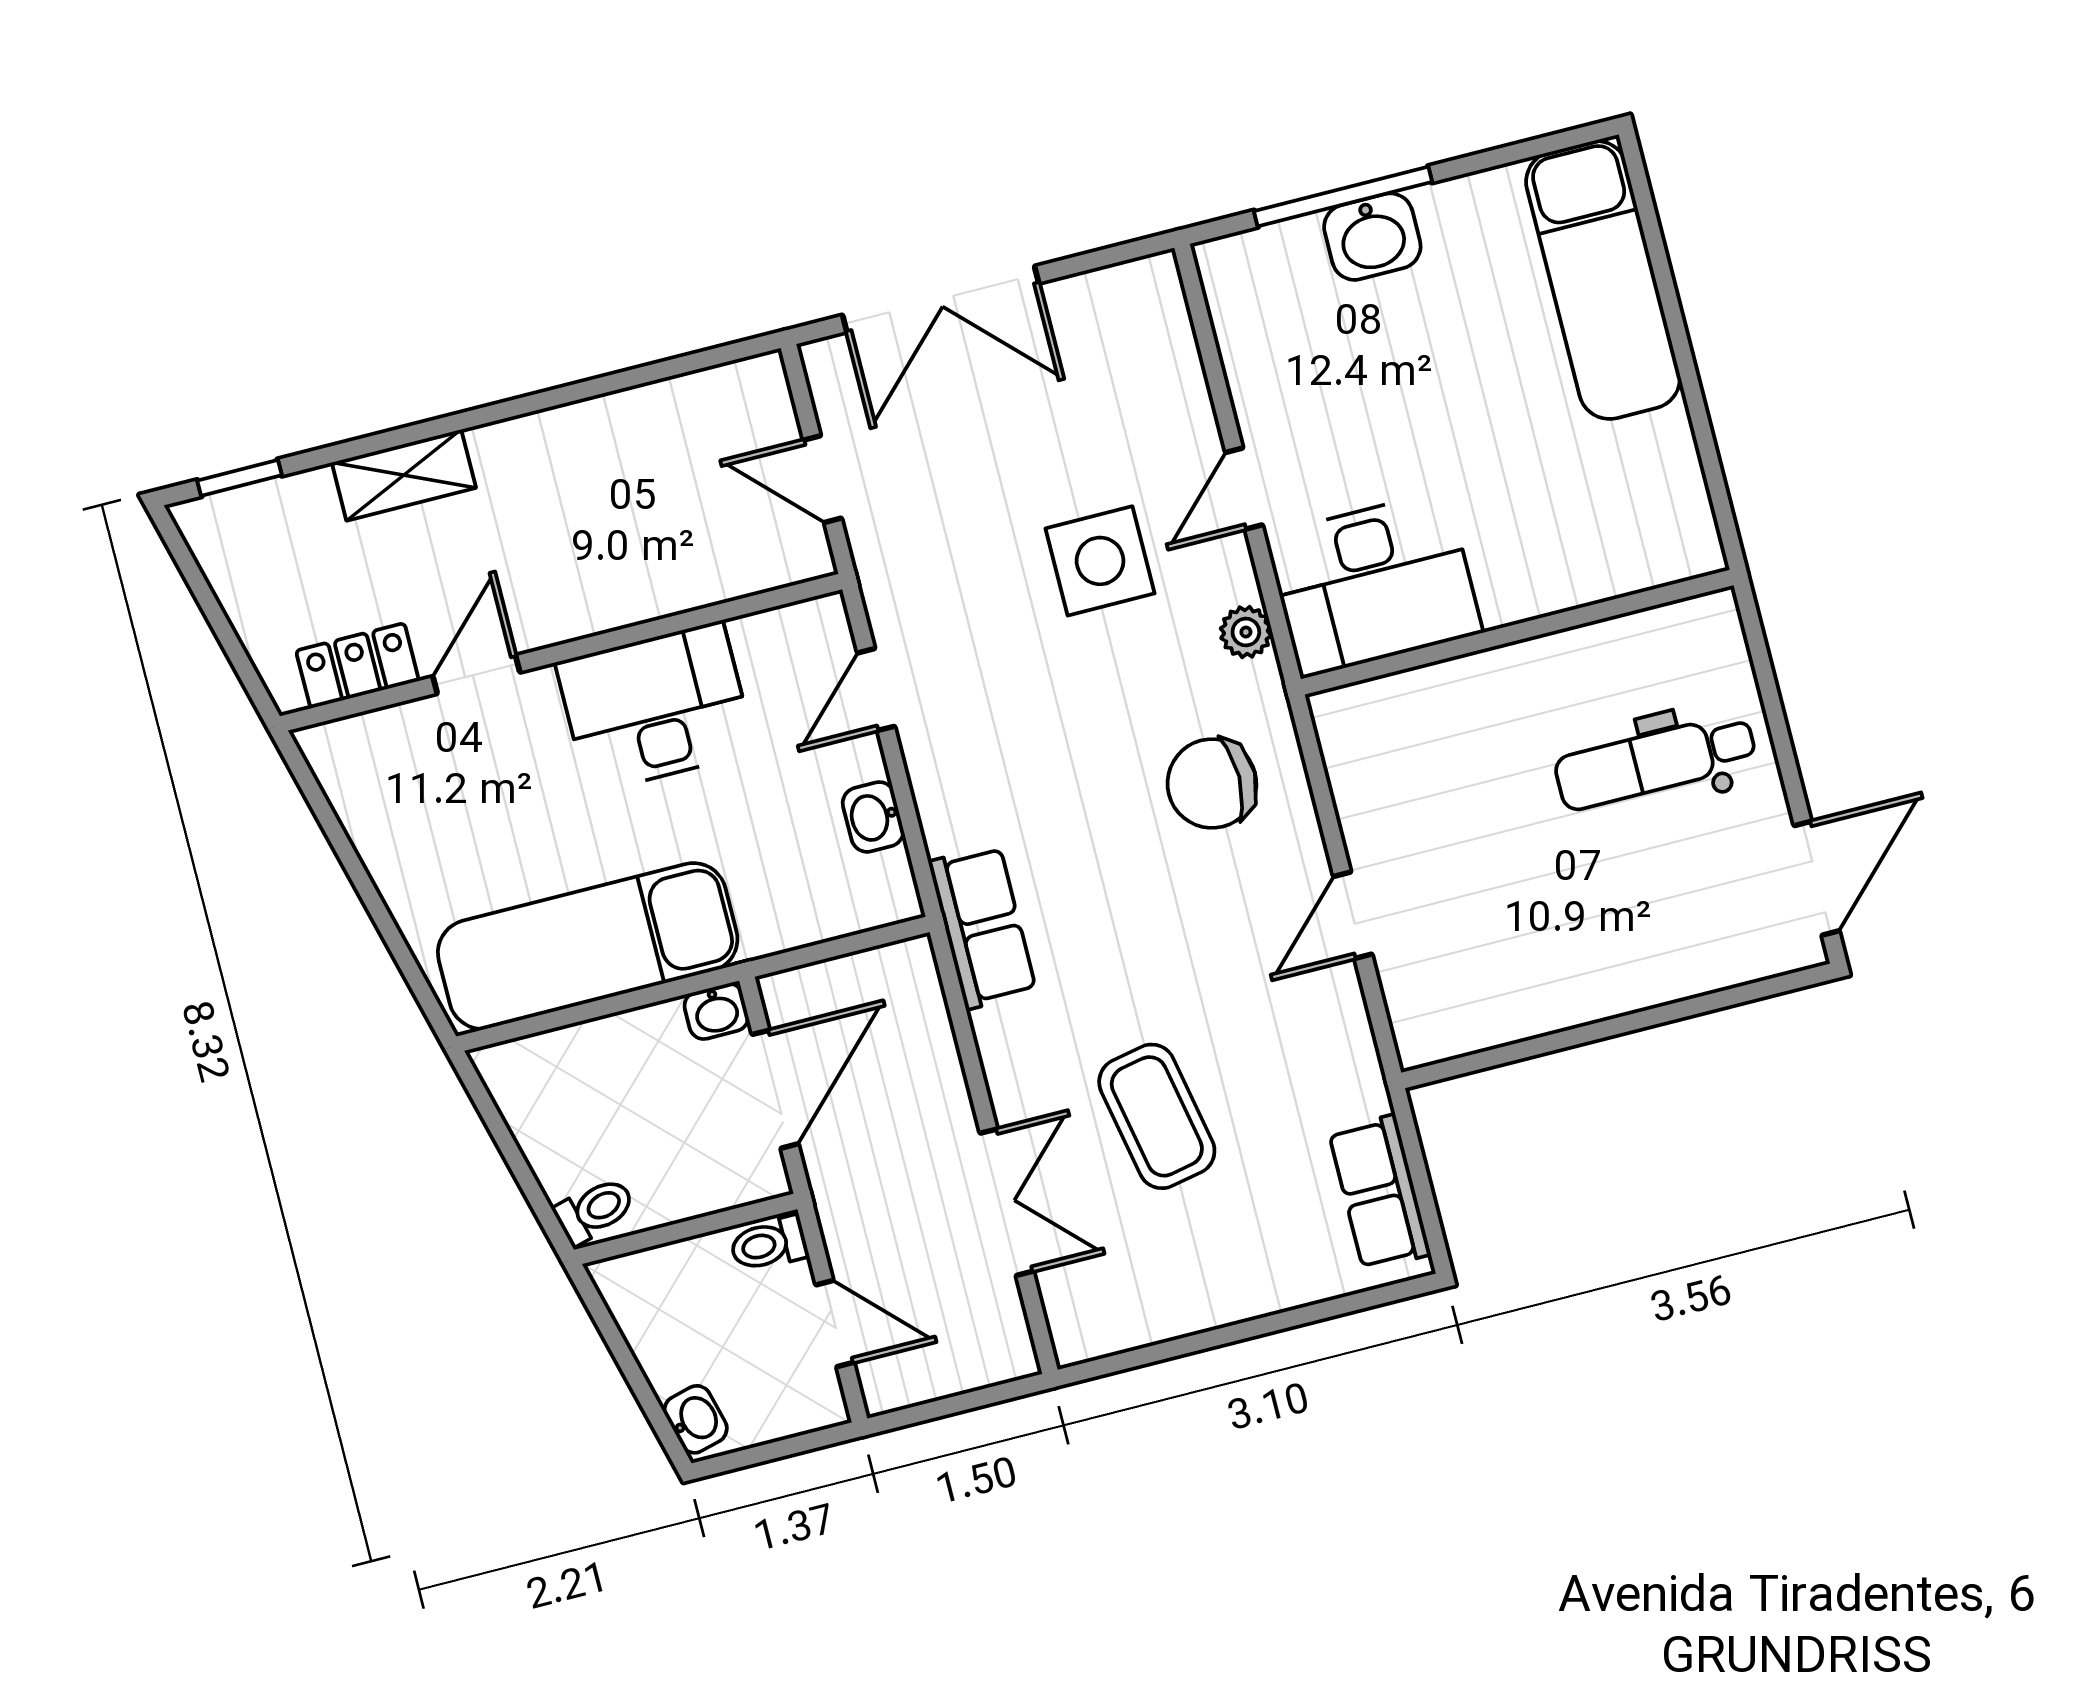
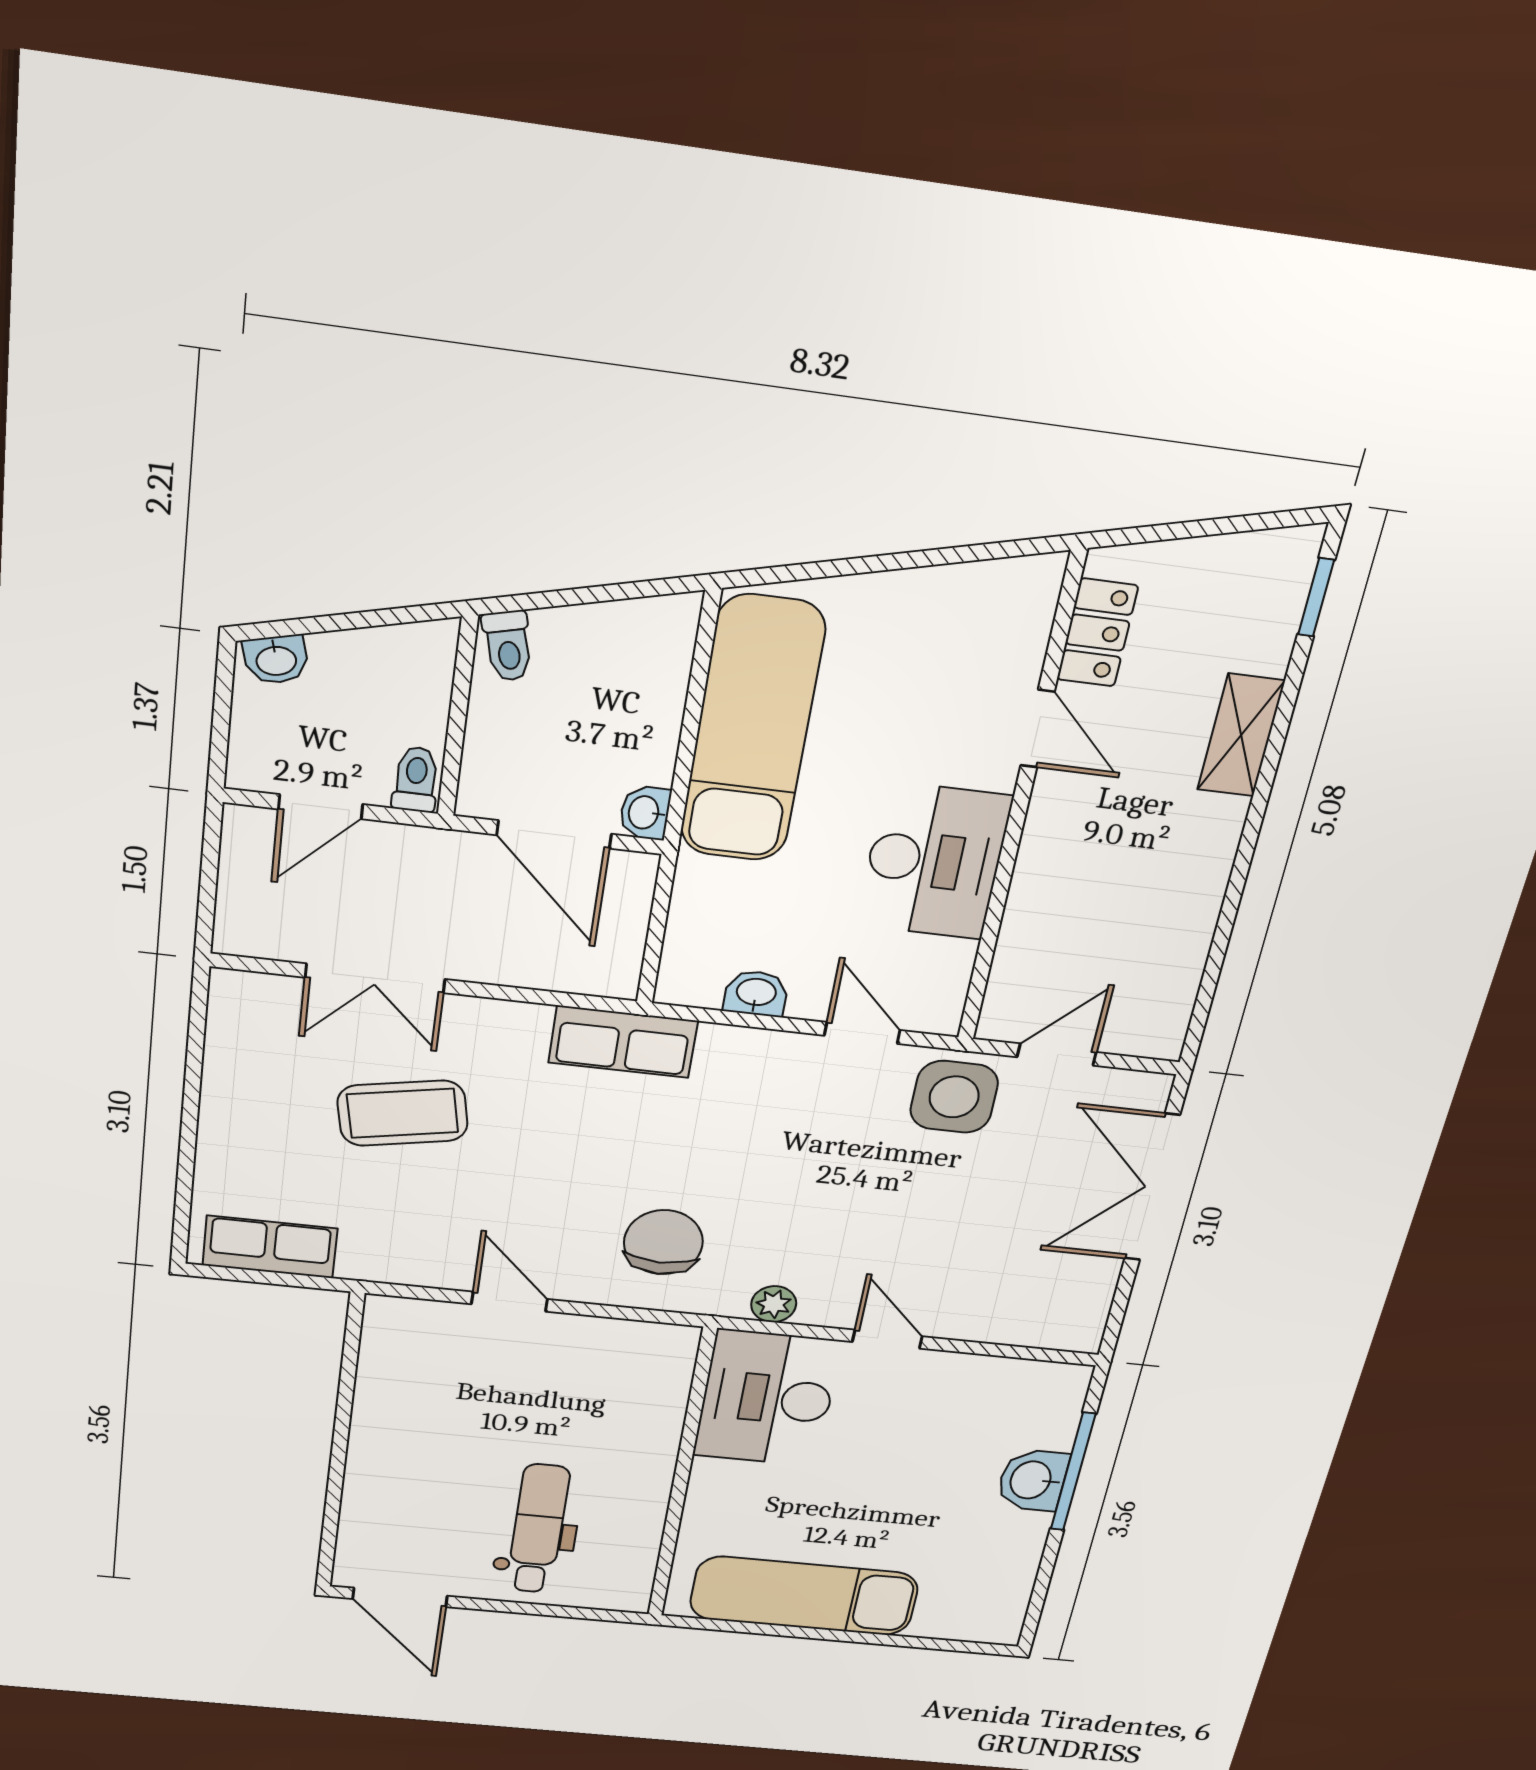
exam couch: (1603, 280) -> (804, 1596), moved
side table: (1100, 561) -> (954, 1097), moved

